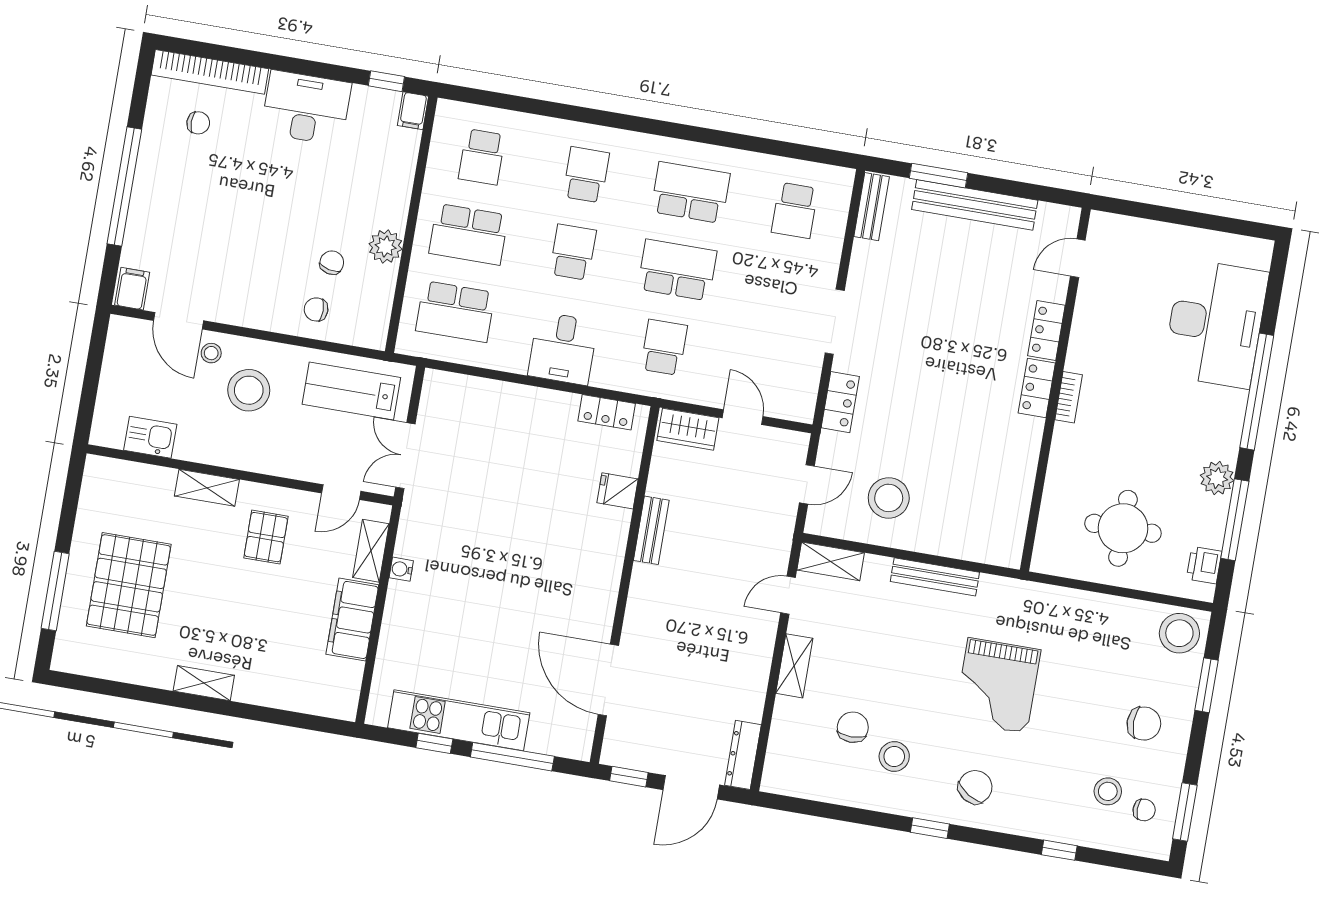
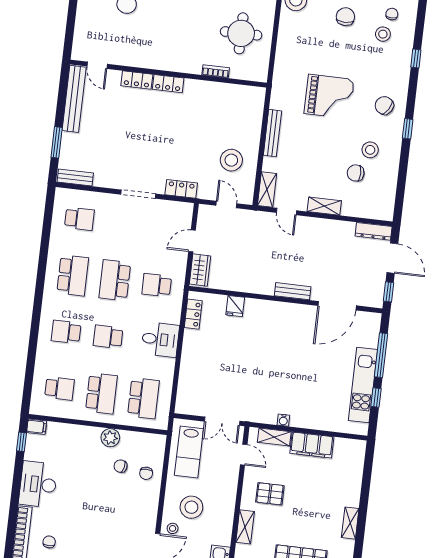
school desk: (690, 193) -> (73, 275), turned 180
bench: (975, 205) -> (74, 99), moved
bookcase: (1069, 397) -> (216, 71), moved
bench: (651, 530) -> (293, 291), moved

